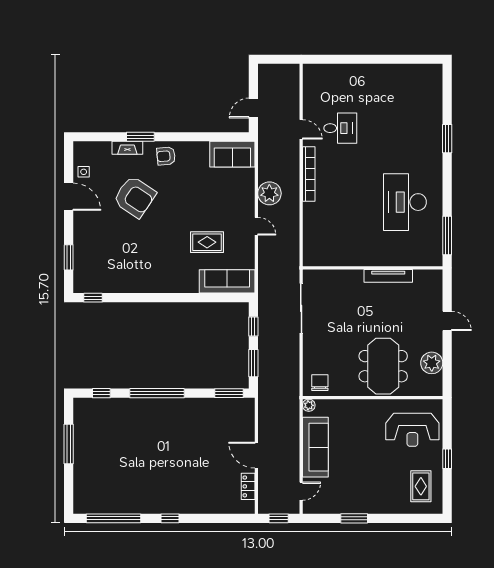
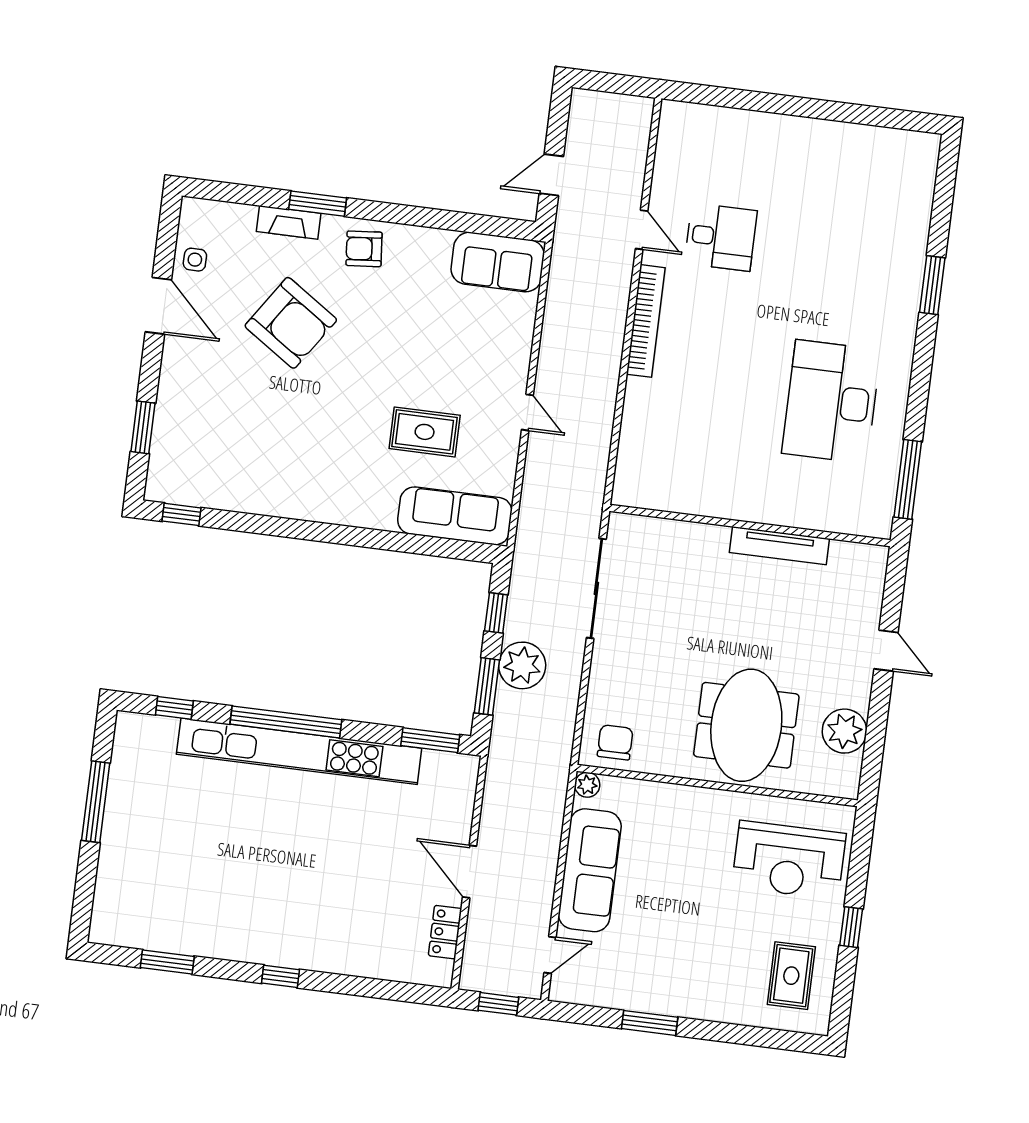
plant: (269, 193) -> (522, 665), moved
kitchen unit: (165, 407) -> (299, 751), added
window: (114, 518) -> (167, 962), width x0.47

